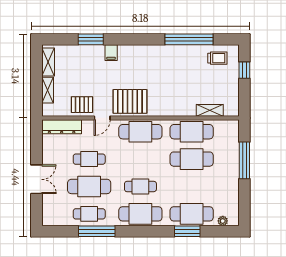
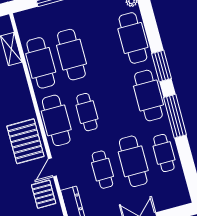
door: (102, 118) -> (52, 167), swing flipped
cafe table: (140, 186) -> (87, 112), moved
window: (97, 231) -> (175, 116), moved
window: (187, 231) -> (162, 66), moved

